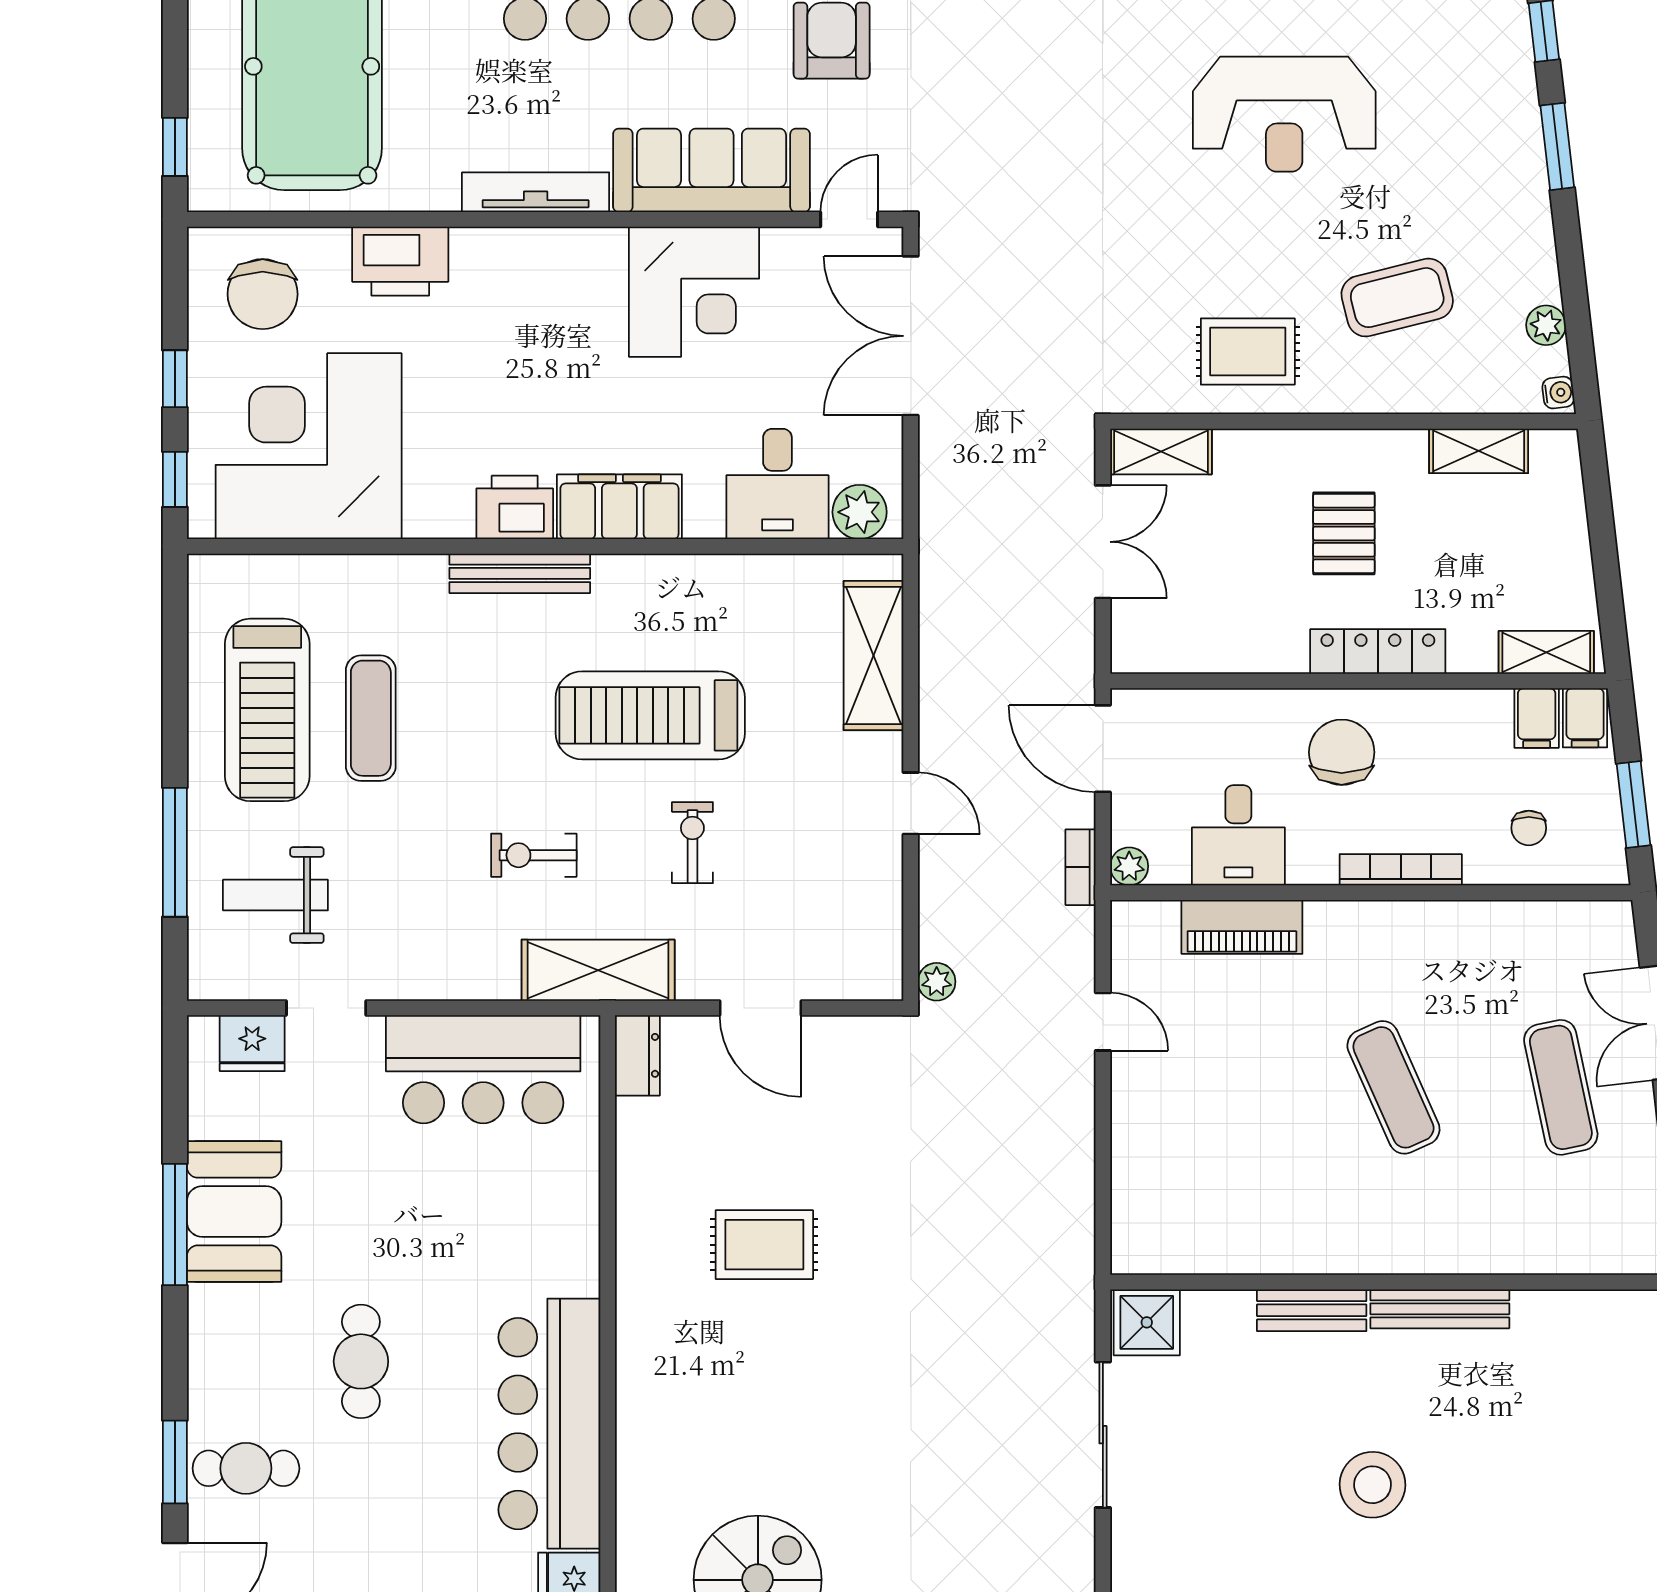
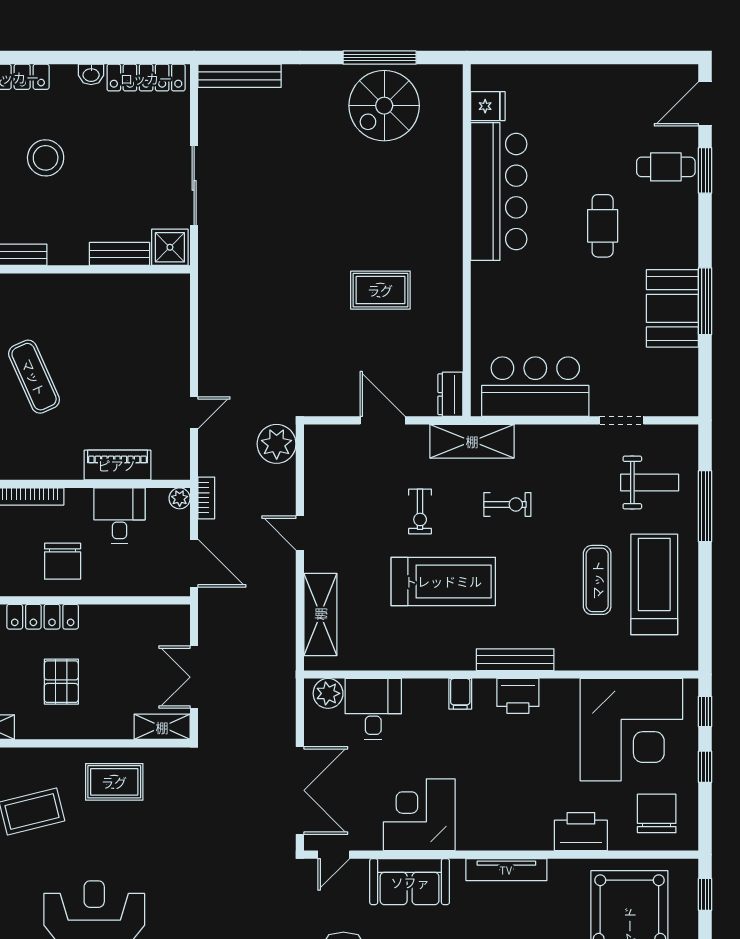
sofa: (711, 170) -> (410, 882), width x0.73
filing cabinet: (619, 507) -> (460, 694), width x0.33, depth x0.86
plant: (937, 982) -> (277, 444), width x1.88, depth x1.88
door: (1103, 1022) -> (194, 413), swing flipped
fridge: (252, 1043) -> (662, 401), removed
bench: (1312, 1310) -> (119, 254), moved

